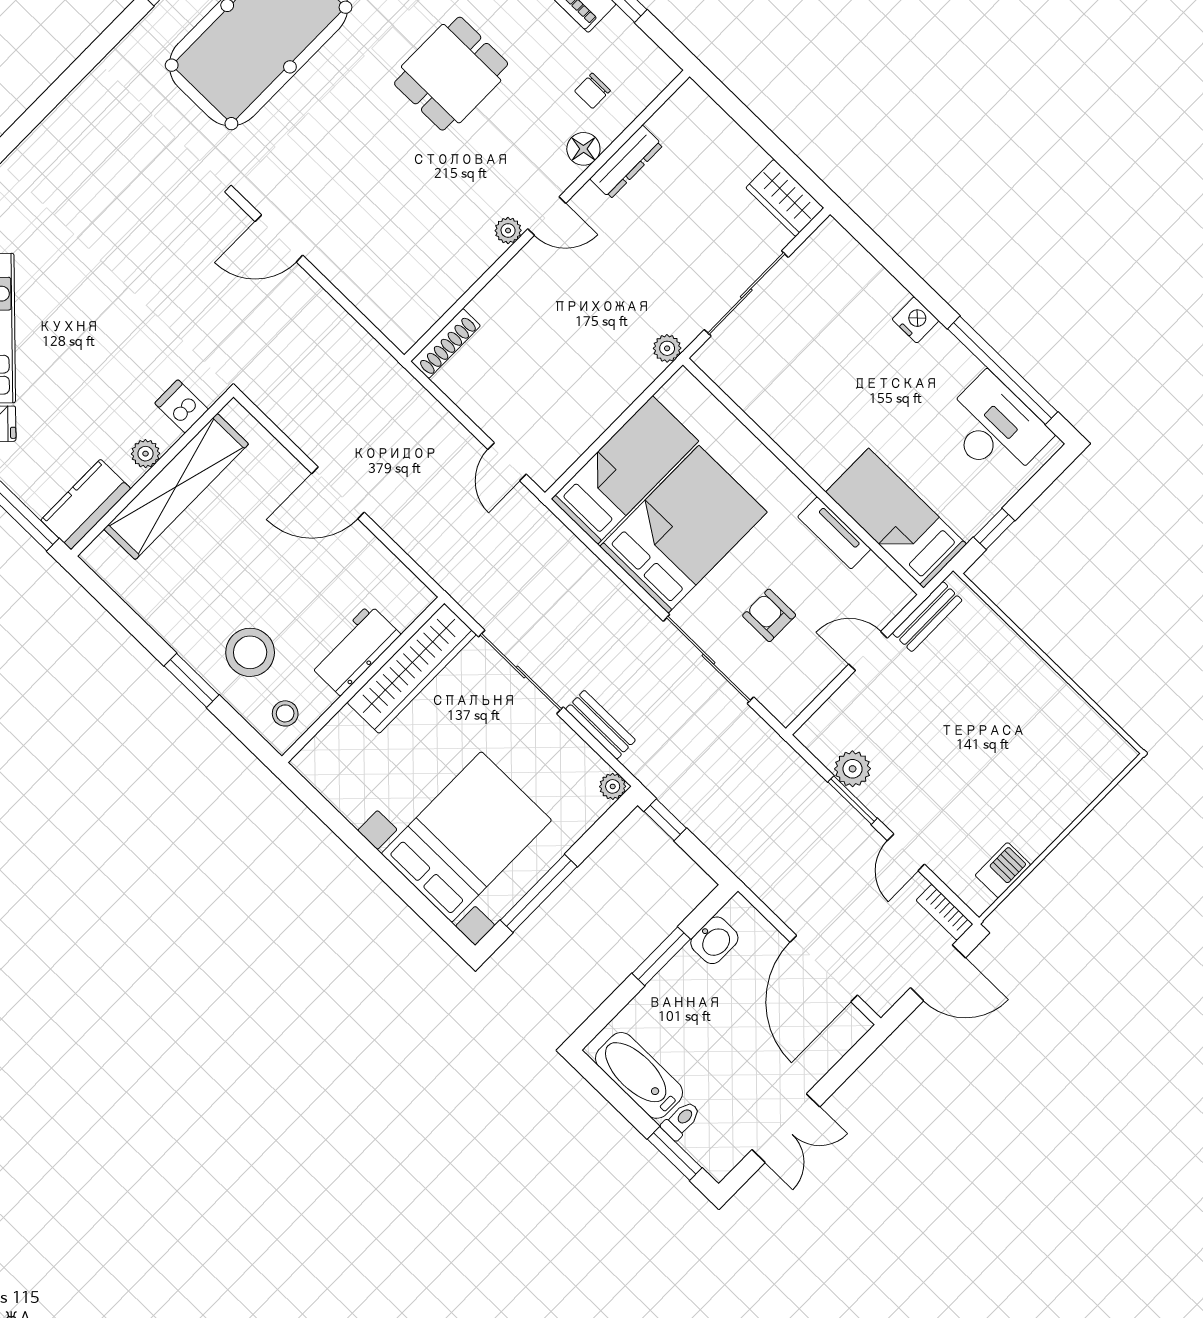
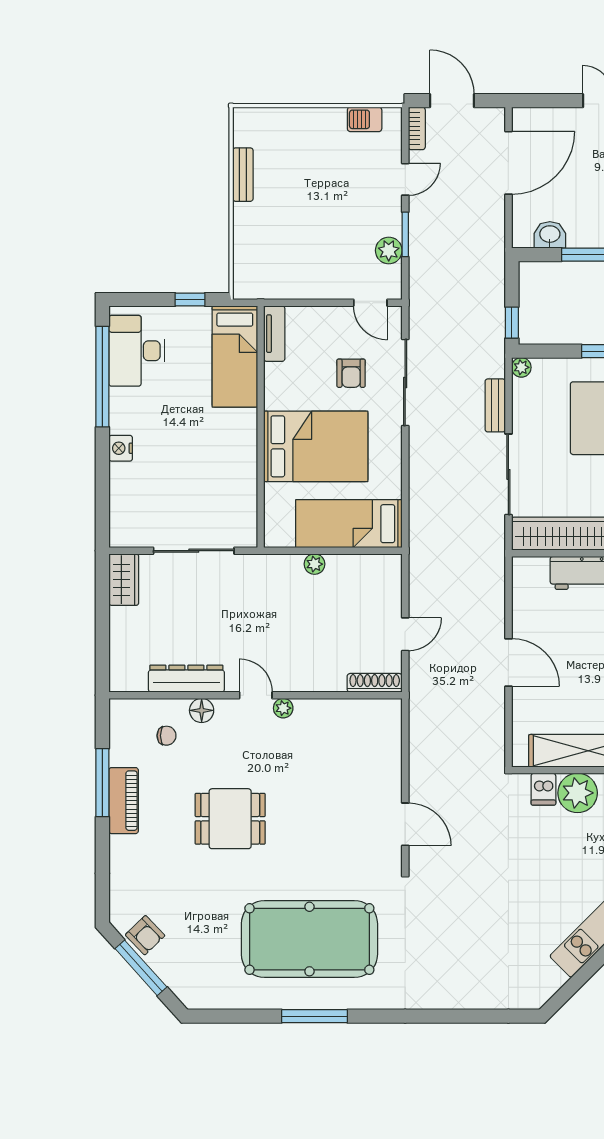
dresser: (626, 162) -> (186, 679), width x1.37, depth x1.24
plant: (667, 348) -> (315, 564), moved
plant: (146, 454) -> (578, 793), width x1.87, depth x1.87
door: (507, 462) -> (405, 634), moved
bed: (683, 529) -> (316, 446), moved, turned 180
tv unit: (834, 533) -> (274, 334), moved
bench: (927, 617) -> (243, 175), moved, turned 90
door: (868, 651) -> (370, 303), moved

